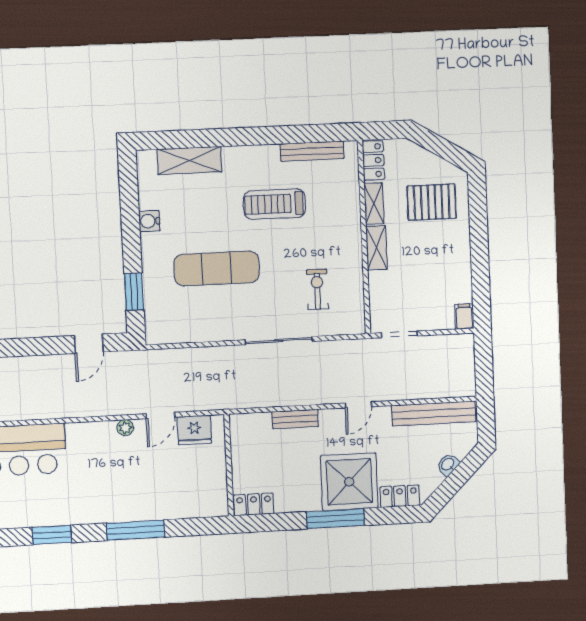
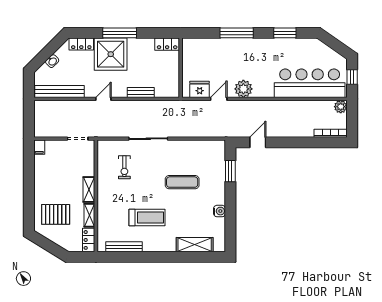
exercise mat: (217, 268) -> (182, 182), width x0.73, depth x0.69
plant: (125, 428) -> (243, 89), width x1.88, depth x1.88

